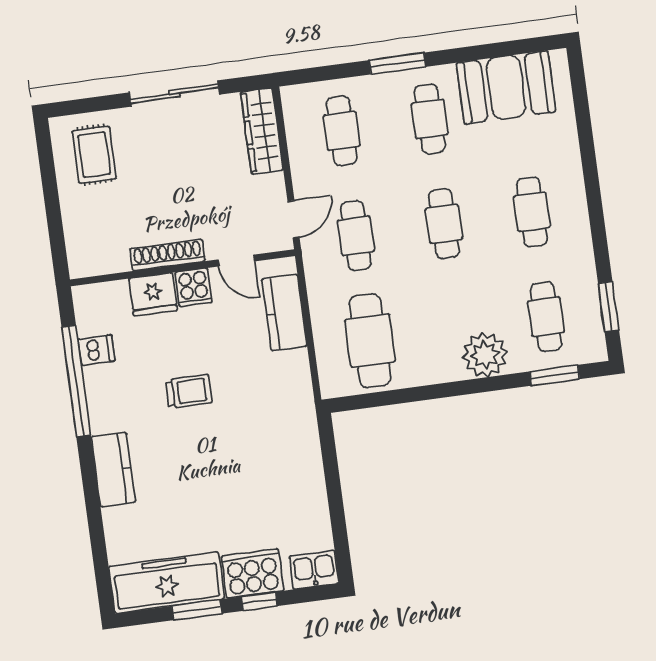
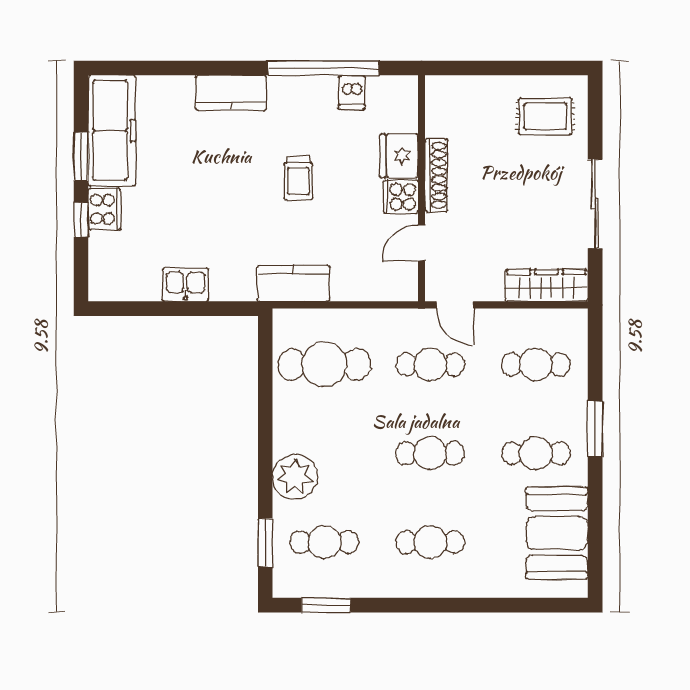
kitchen counter: (284, 312) -> (293, 283), moved
kitchen sink: (314, 570) -> (185, 285), moved, turned -90
cooker: (253, 573) -> (104, 209), width x0.73, depth x0.76

